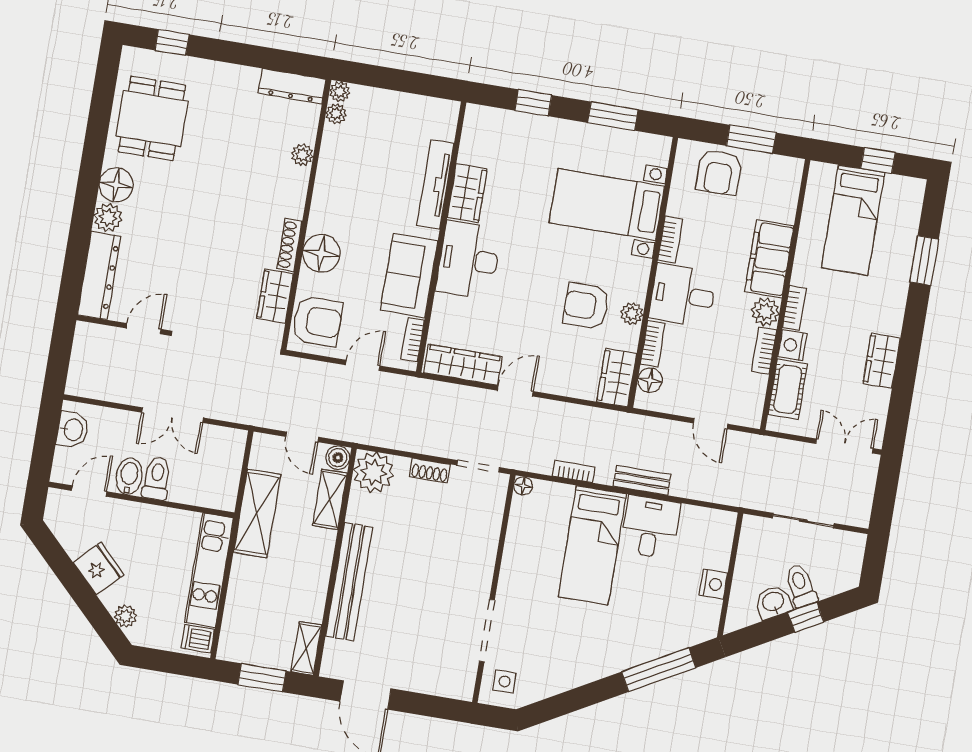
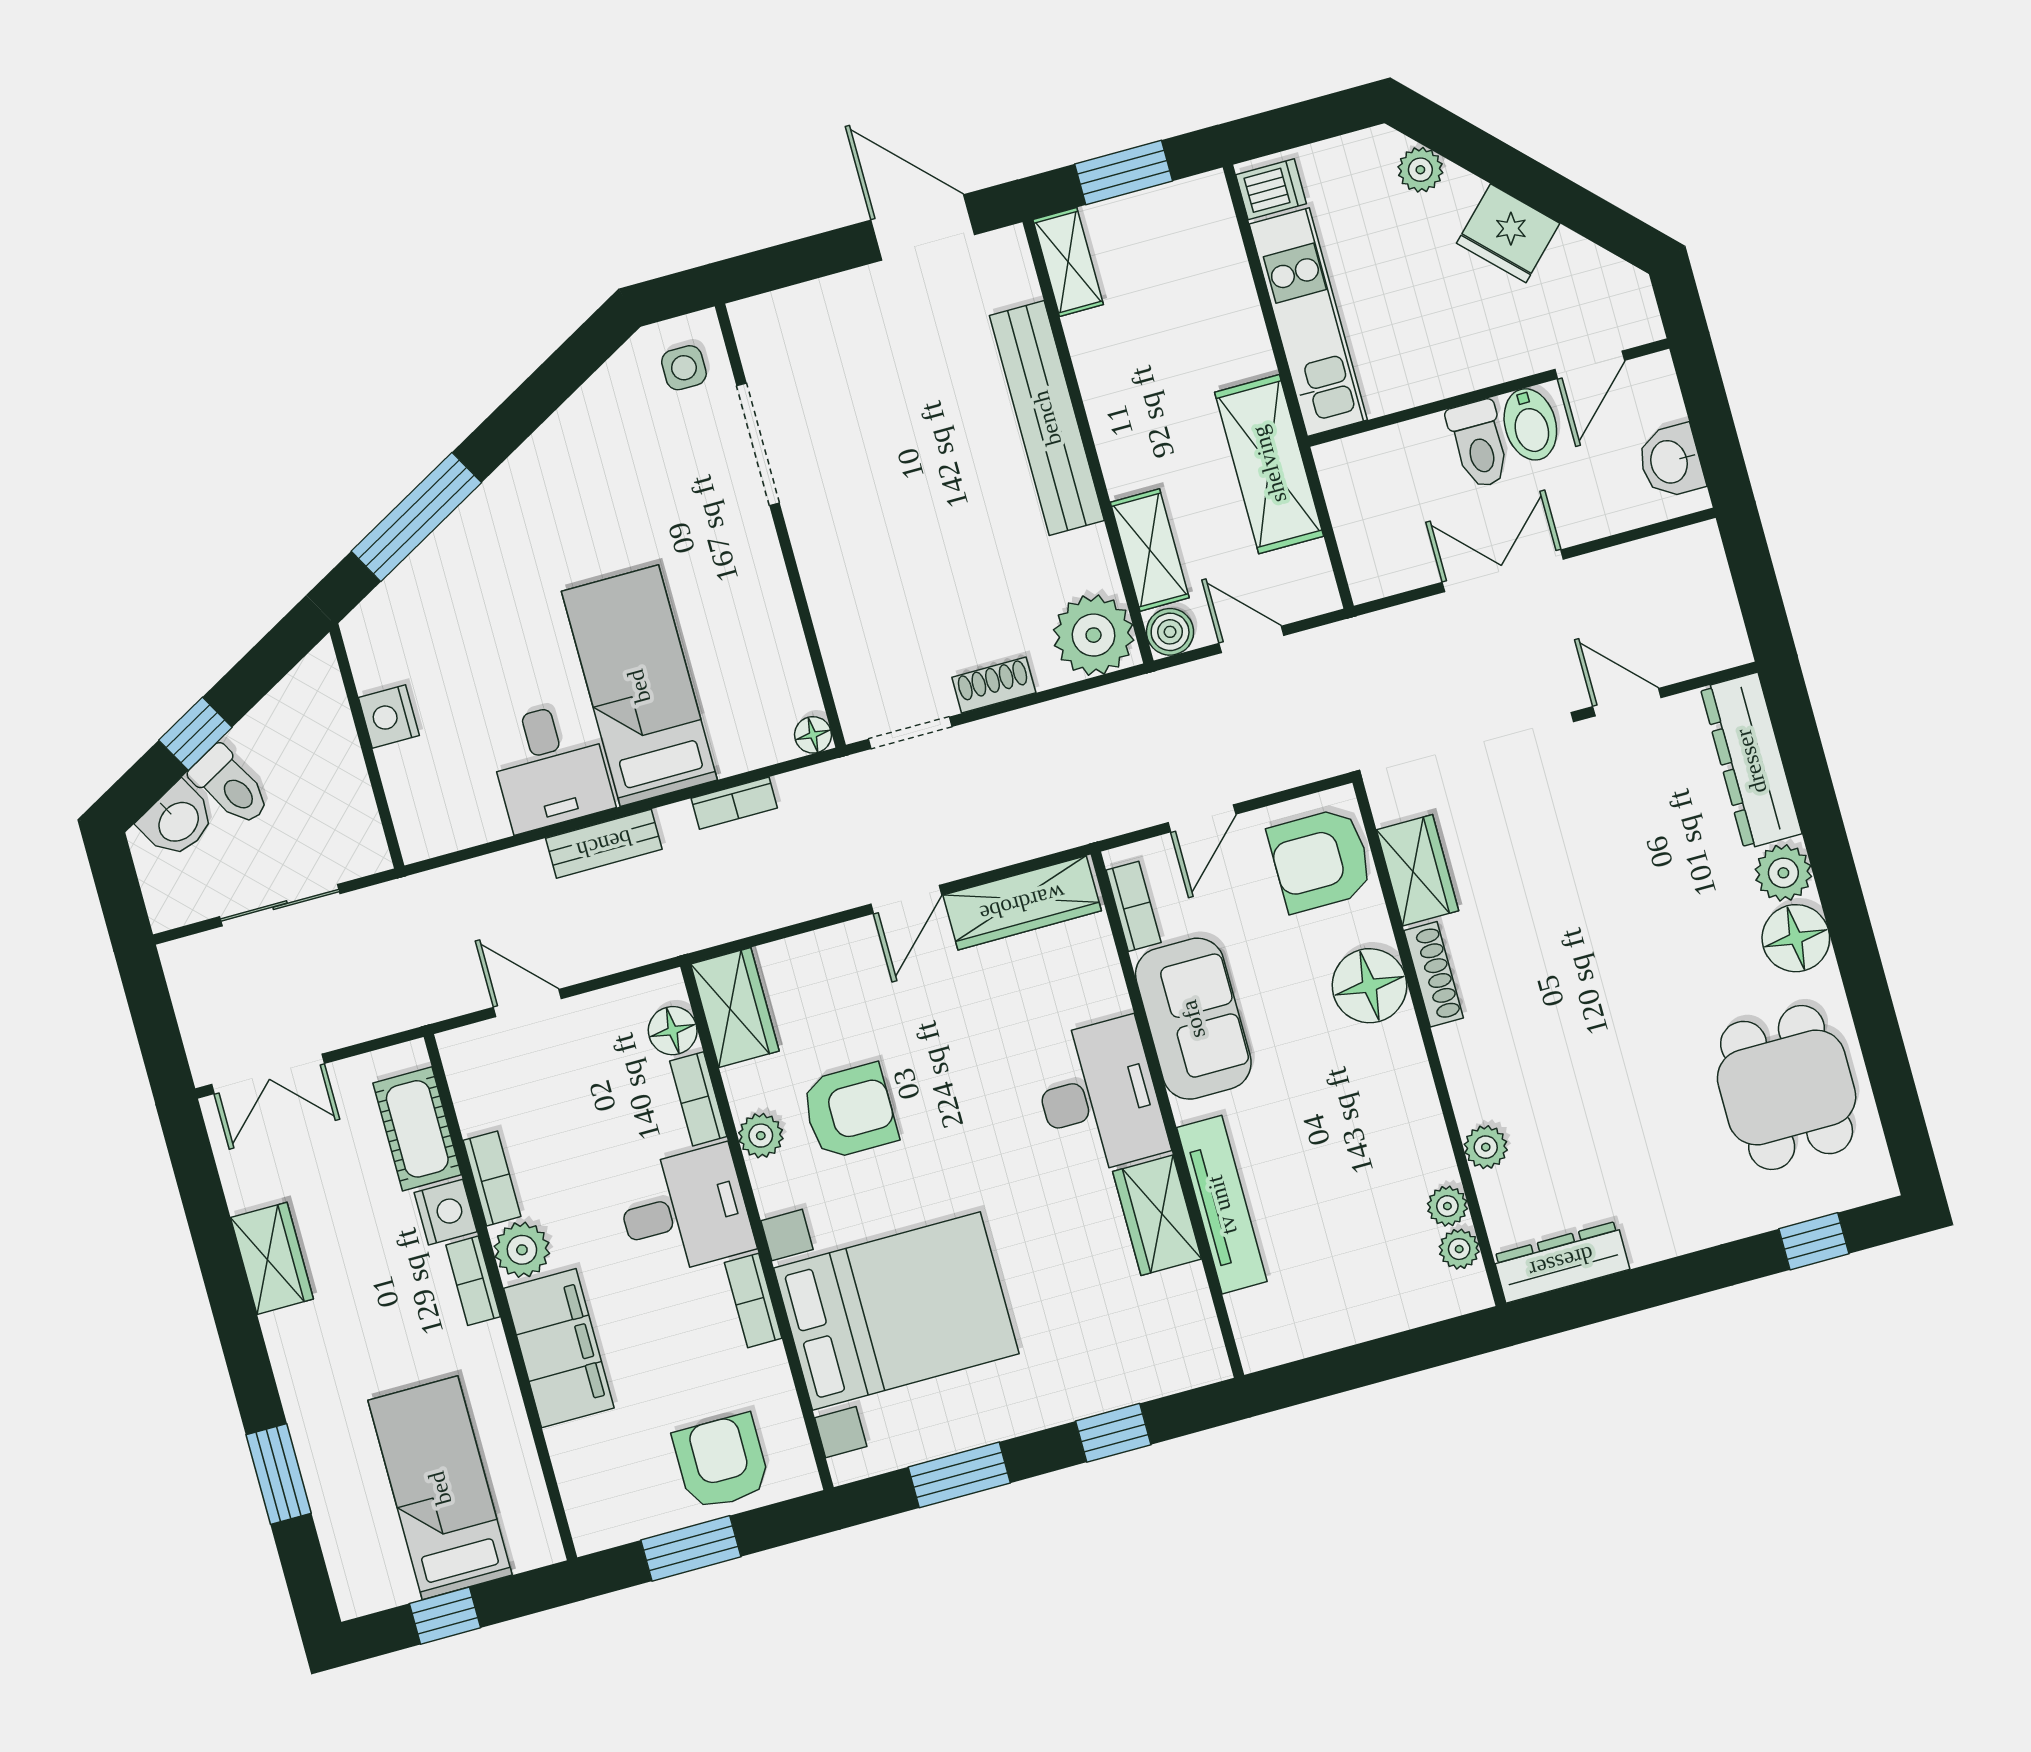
plant: (340, 92) -> (1447, 1206), moved
bed with nightstands: (607, 204) -> (896, 1311), width x1.36
door: (144, 329) -> (1627, 702), swing flipped
washbasin: (773, 602) -> (177, 821), moved

